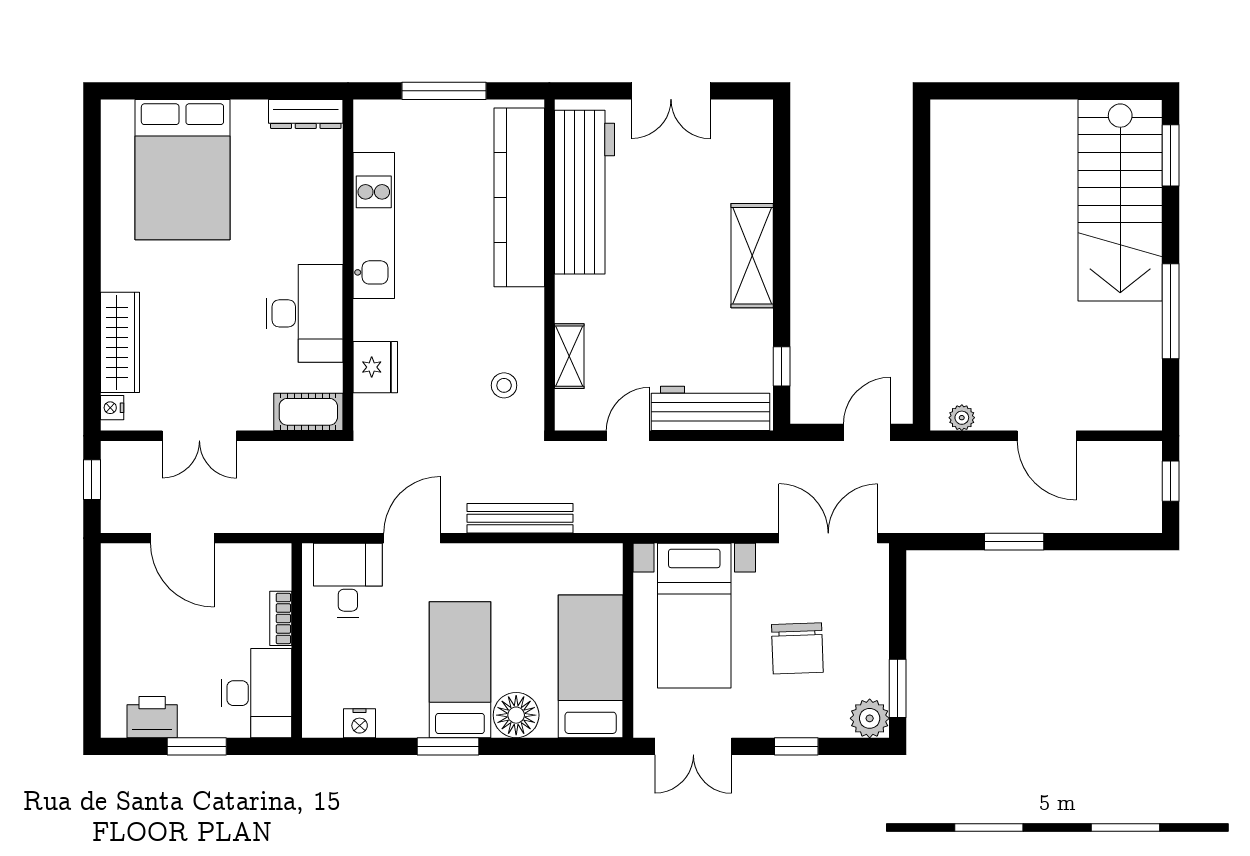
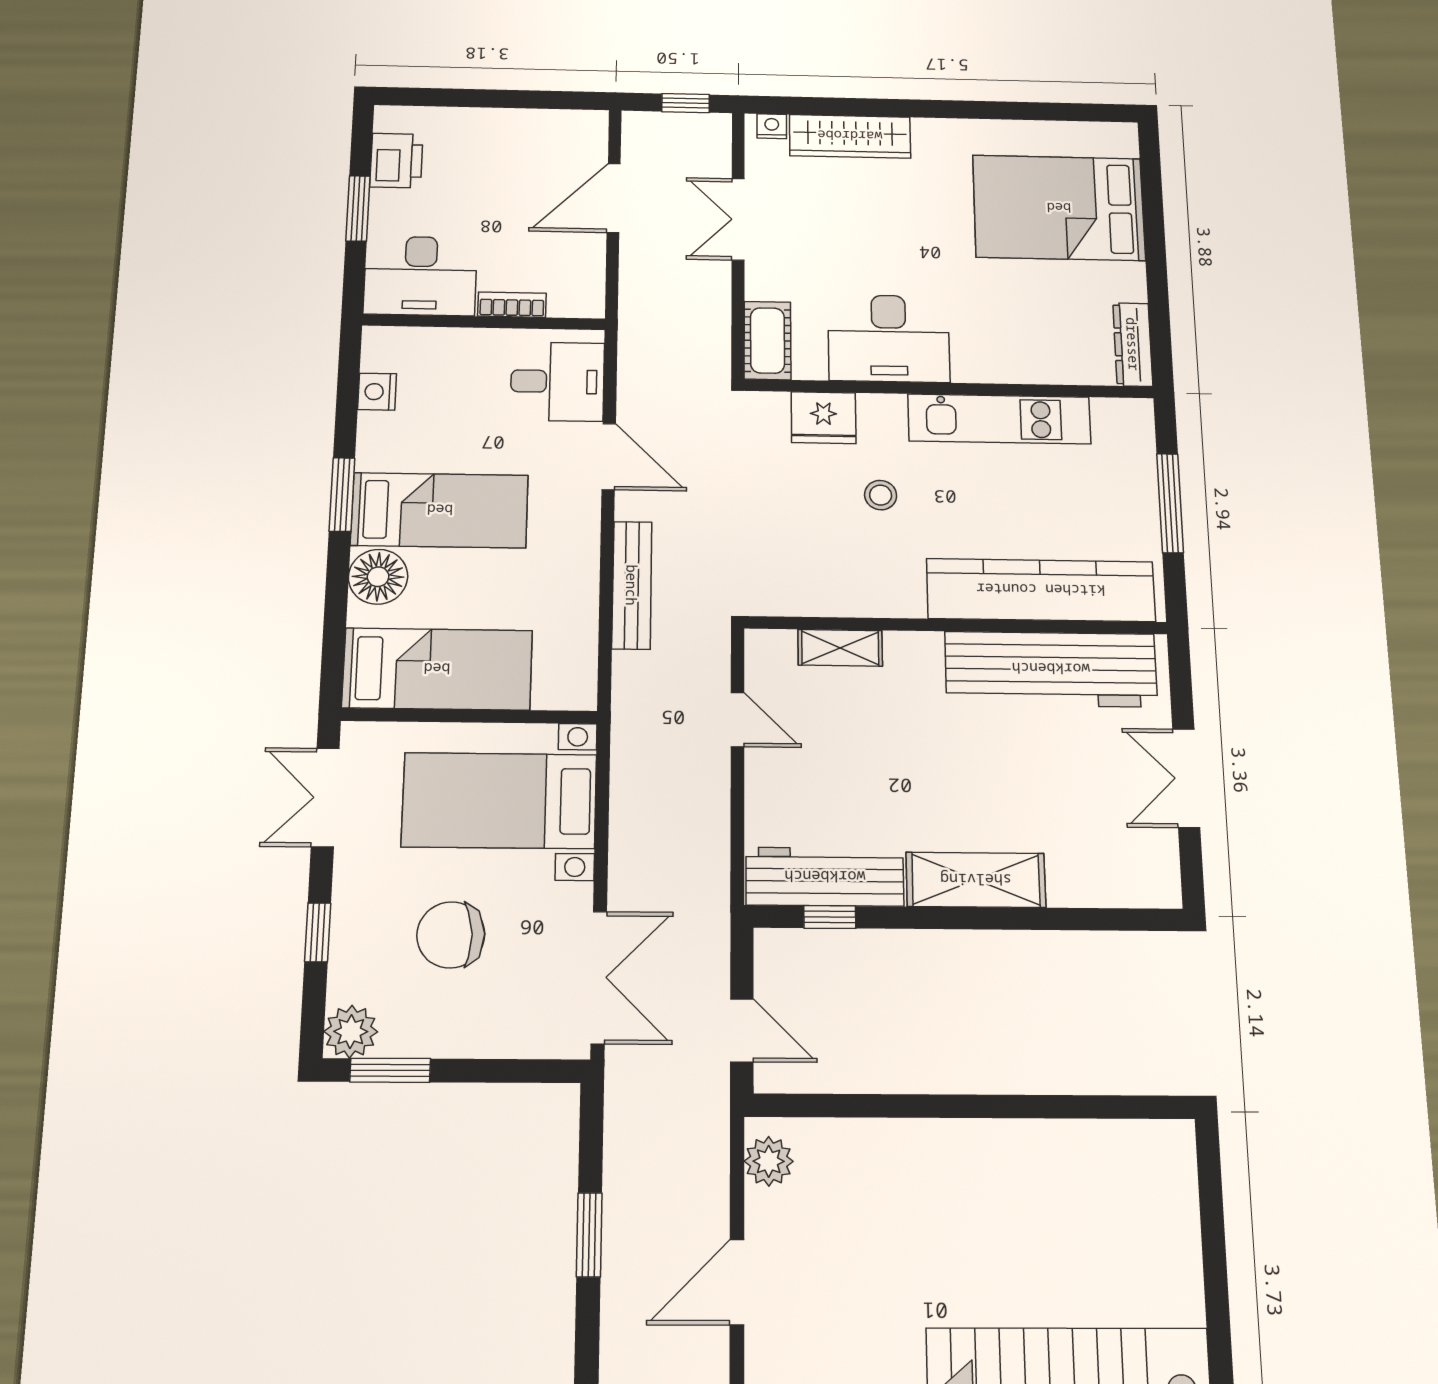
stool: (504, 385) -> (881, 495), moved
workbench: (710, 408) -> (825, 877), moved, turned -90
plant: (962, 418) -> (769, 1161), width x1.38, depth x1.38

